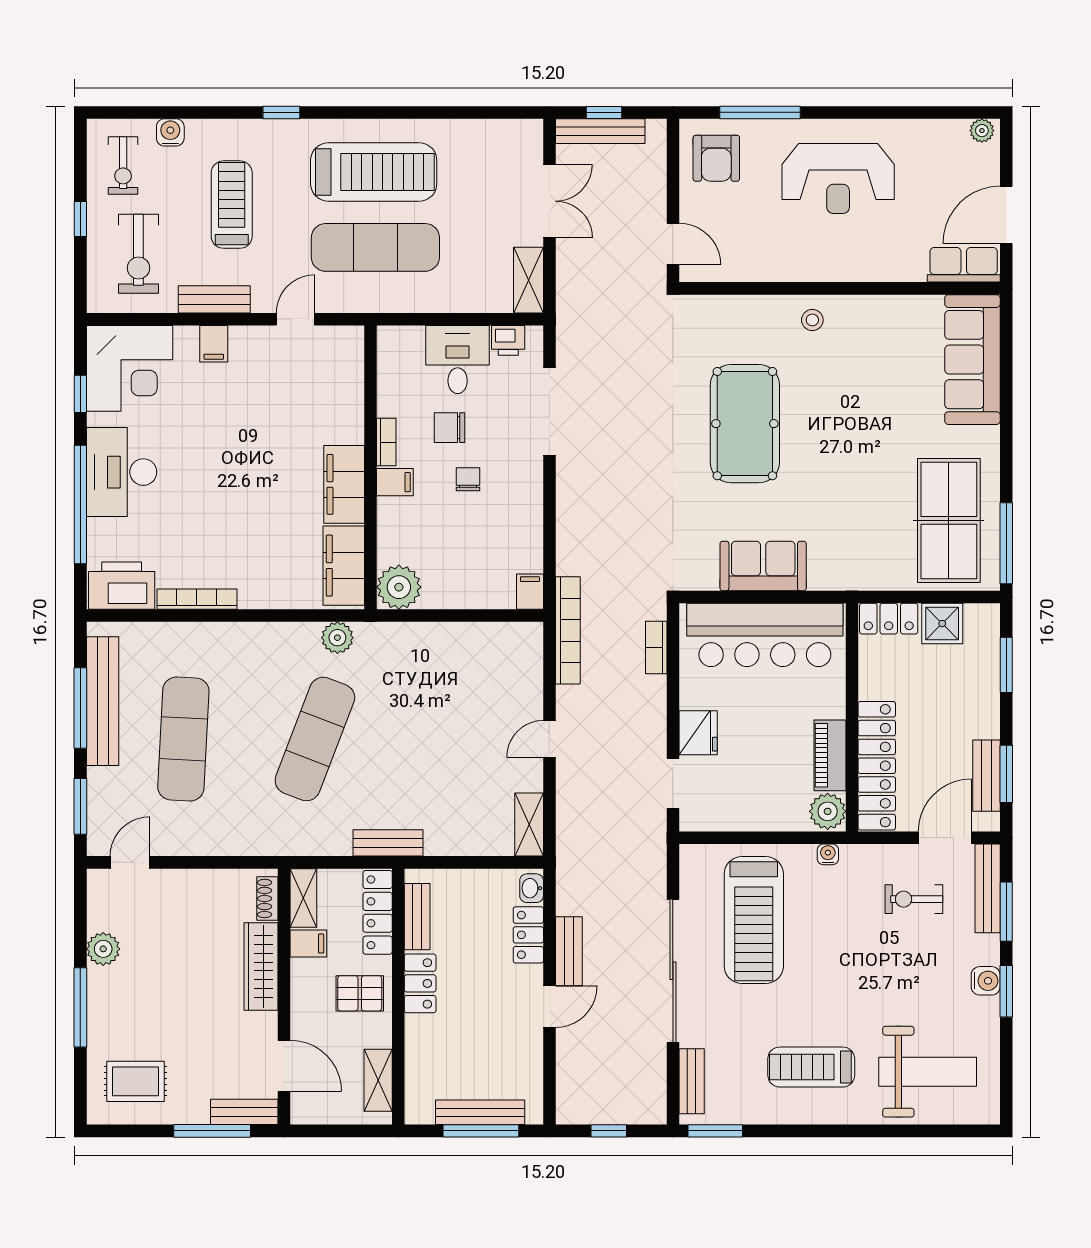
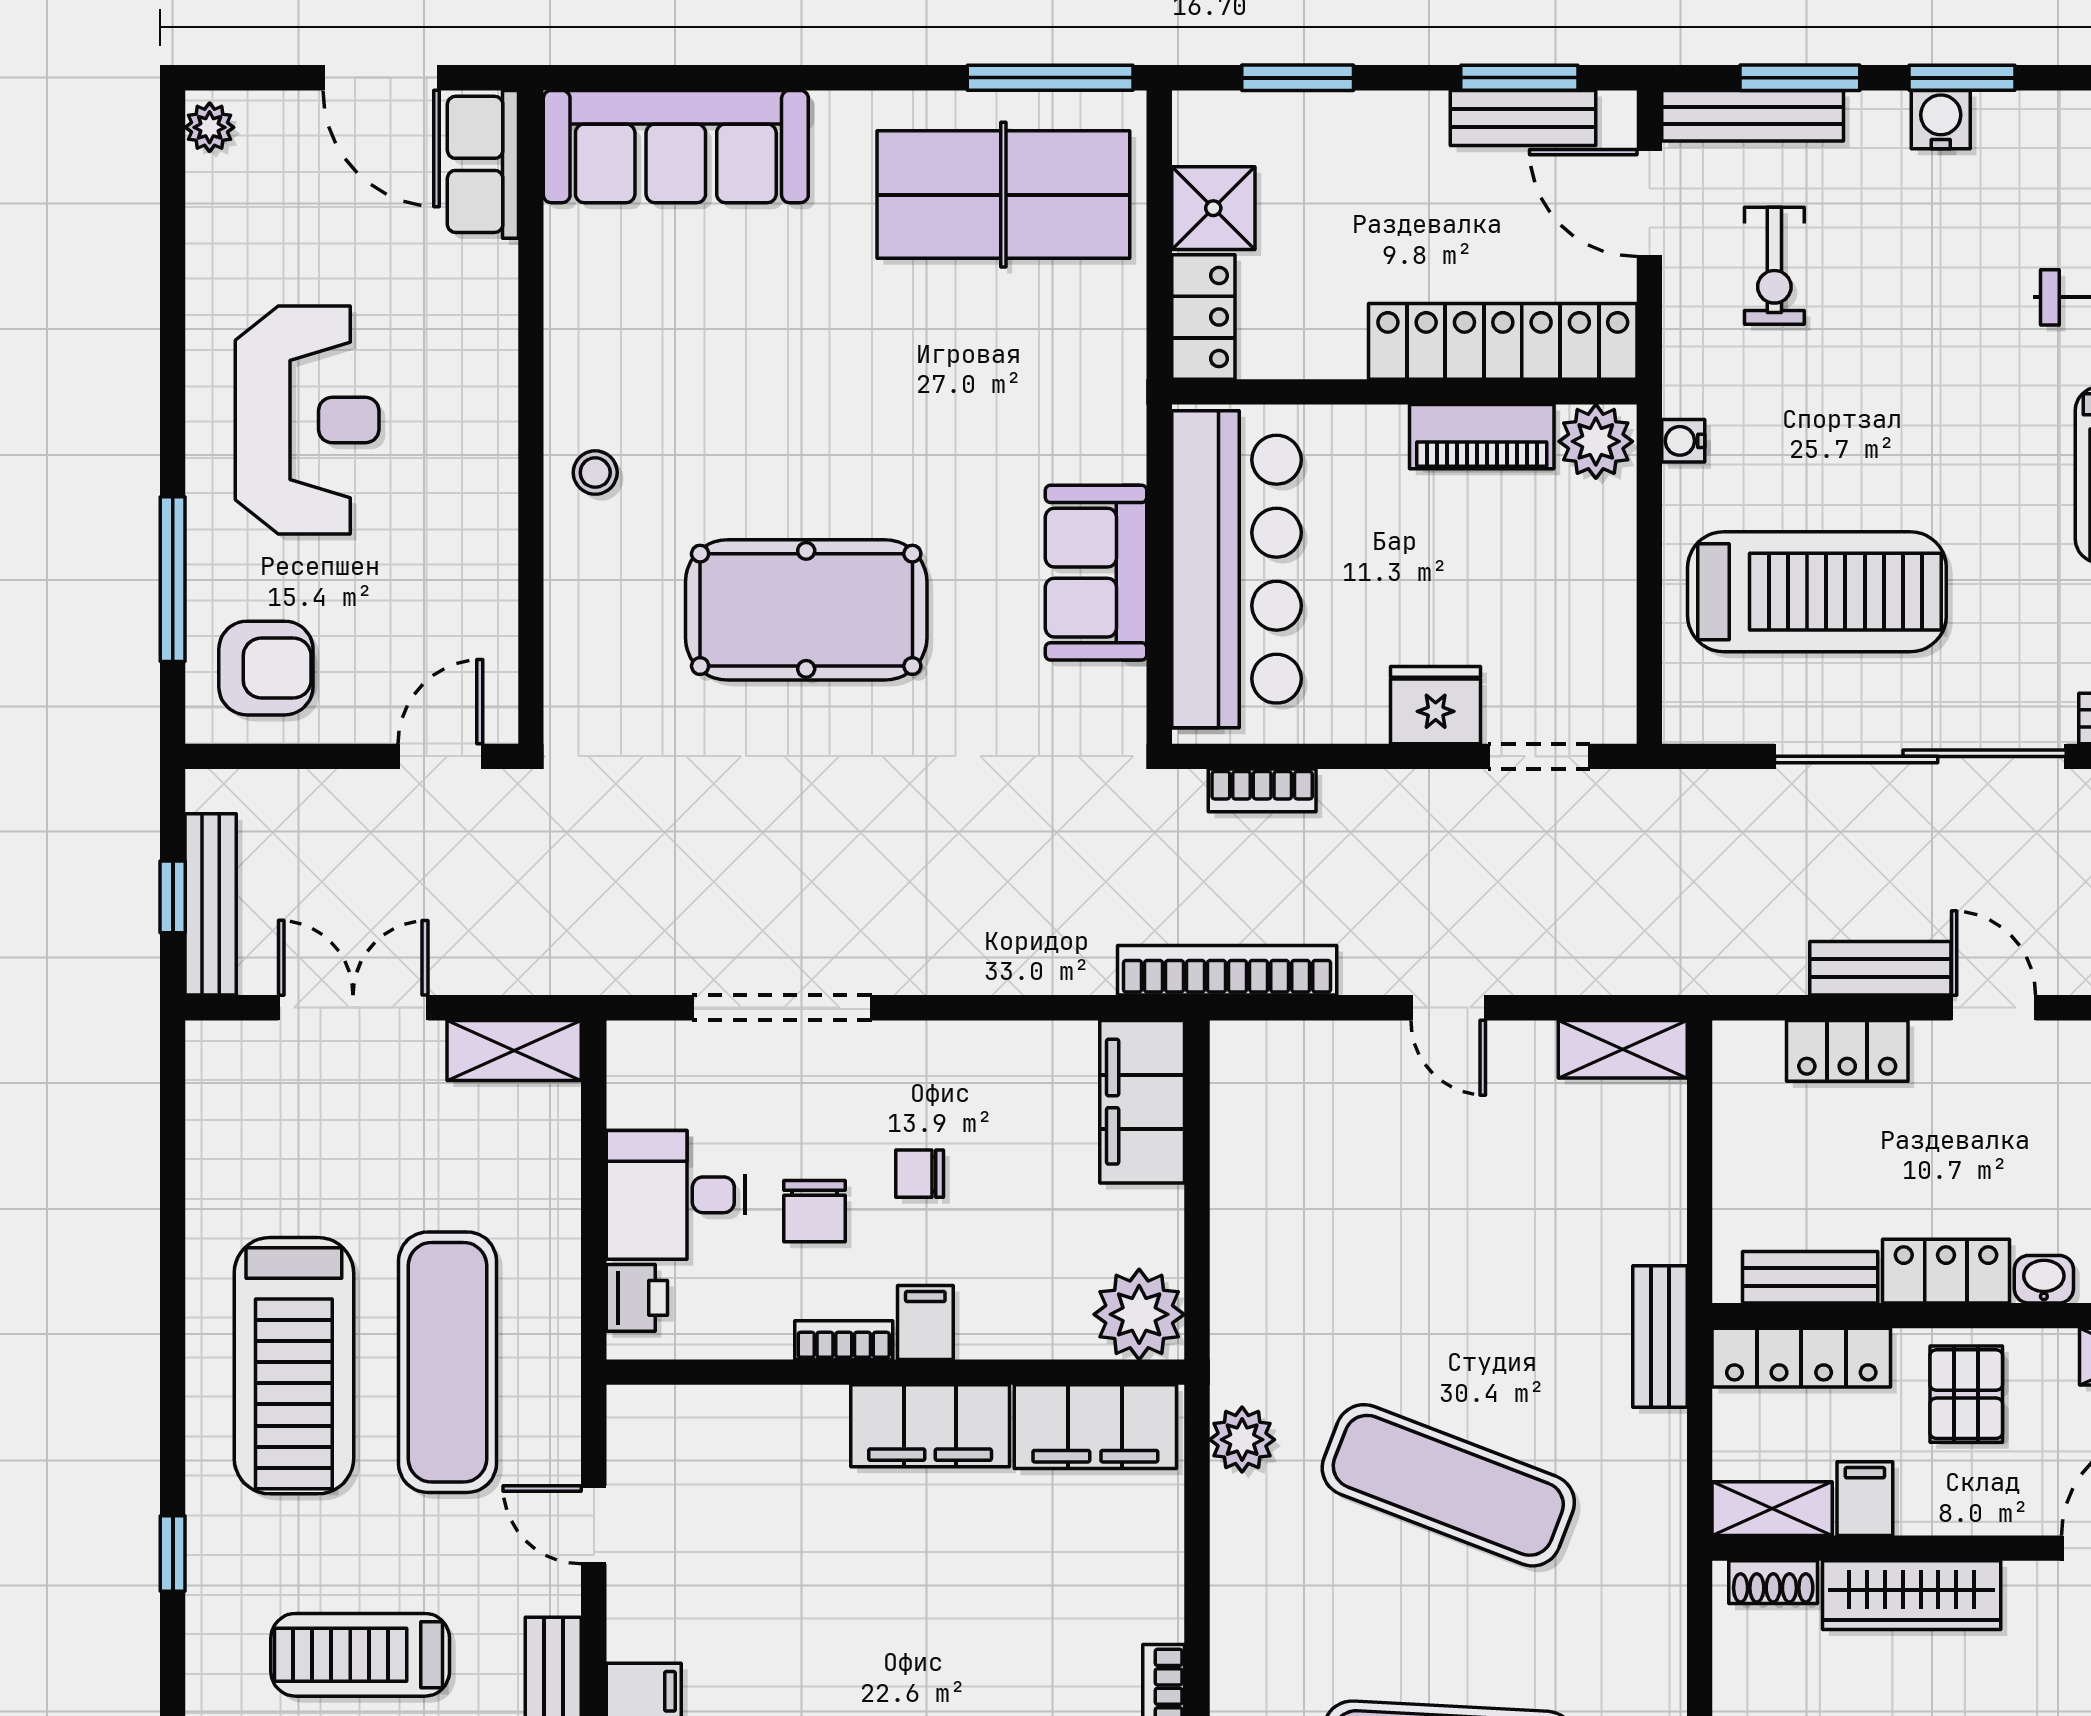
treadmill: (374, 172) -> (294, 1366), turned 180
printer: (508, 340) -> (637, 1298), moved
filing cabinet: (530, 592) -> (1142, 1102), width x3.00, depth x1.17
washbasin: (532, 888) -> (2044, 1279), moved, turned 180

